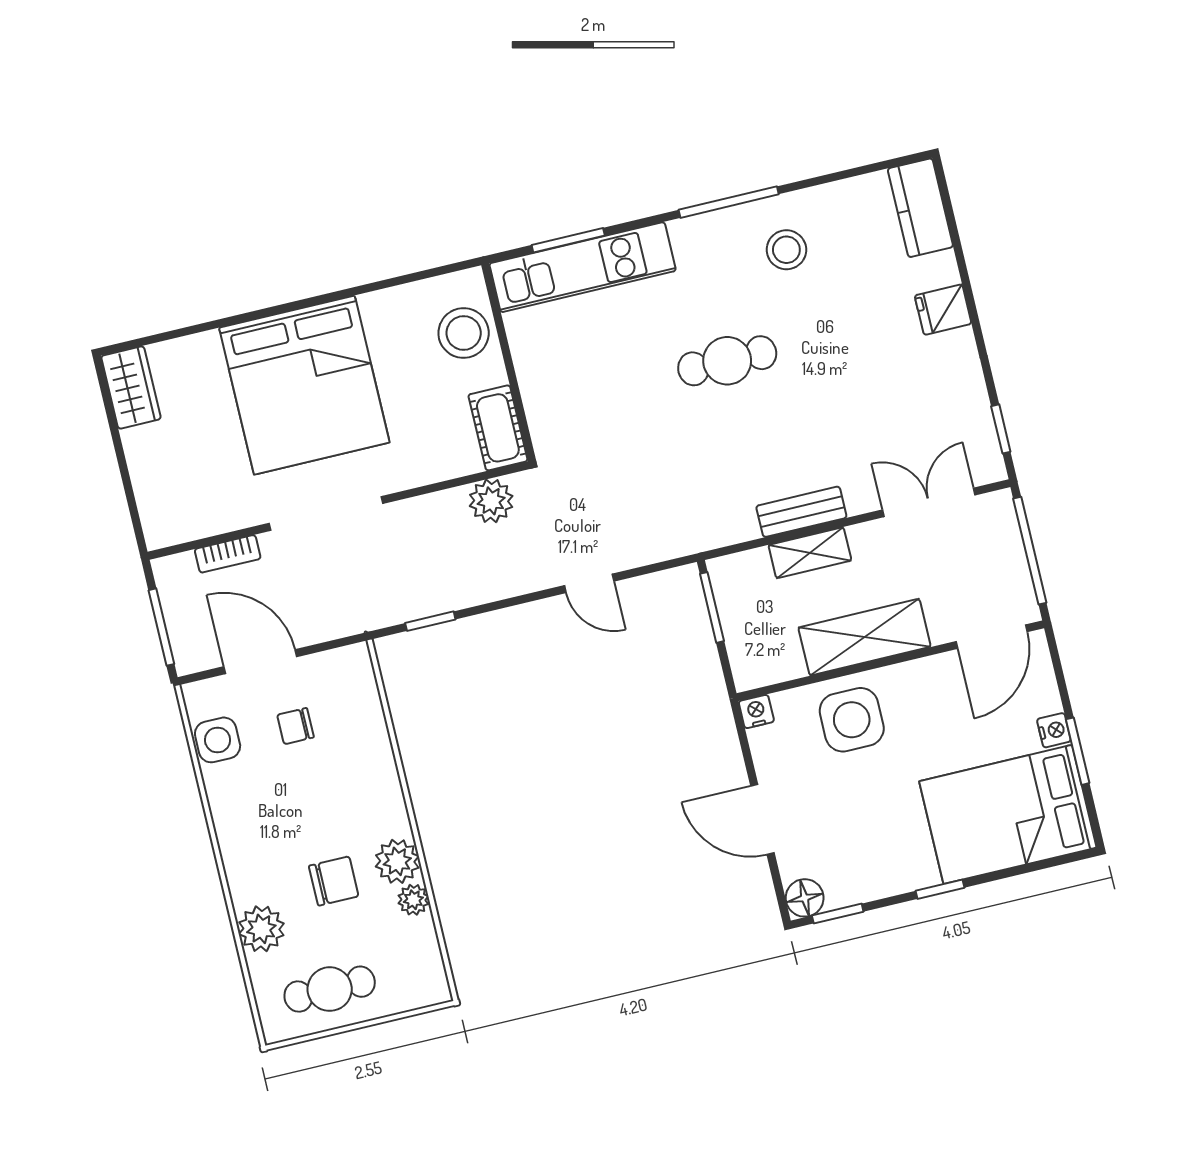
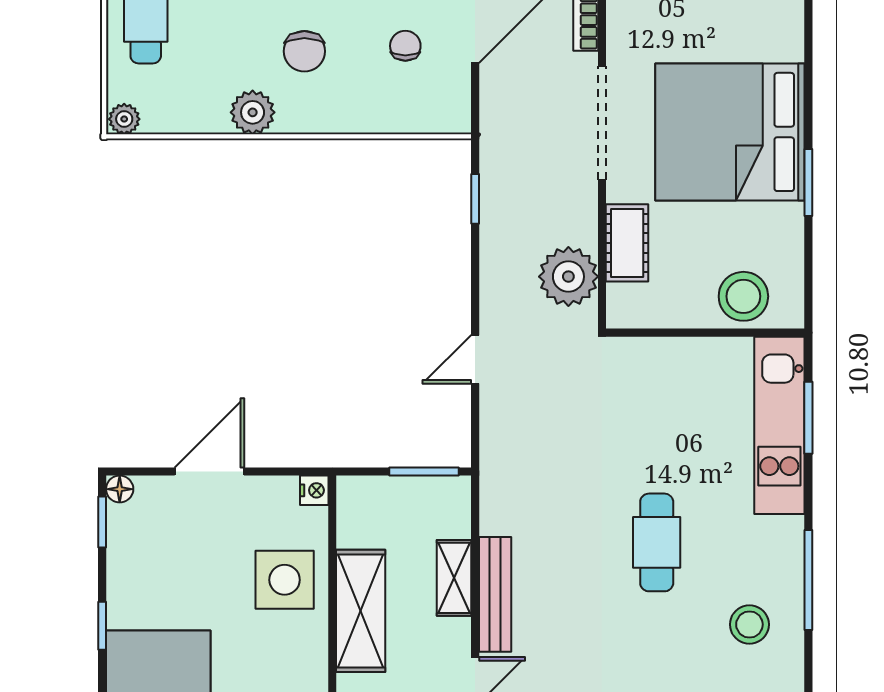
window: (336, 296) -> (808, 183), added
cot: (498, 428) -> (627, 243), moved, turned 90
plant: (491, 501) -> (568, 277), width x1.36, depth x1.36
bench: (801, 512) -> (495, 594), width x1.36
chair: (334, 881) -> (304, 51), moved
floor lamp: (805, 898) -> (120, 489), width x0.73, depth x0.73
plant: (413, 900) -> (124, 119), moved

